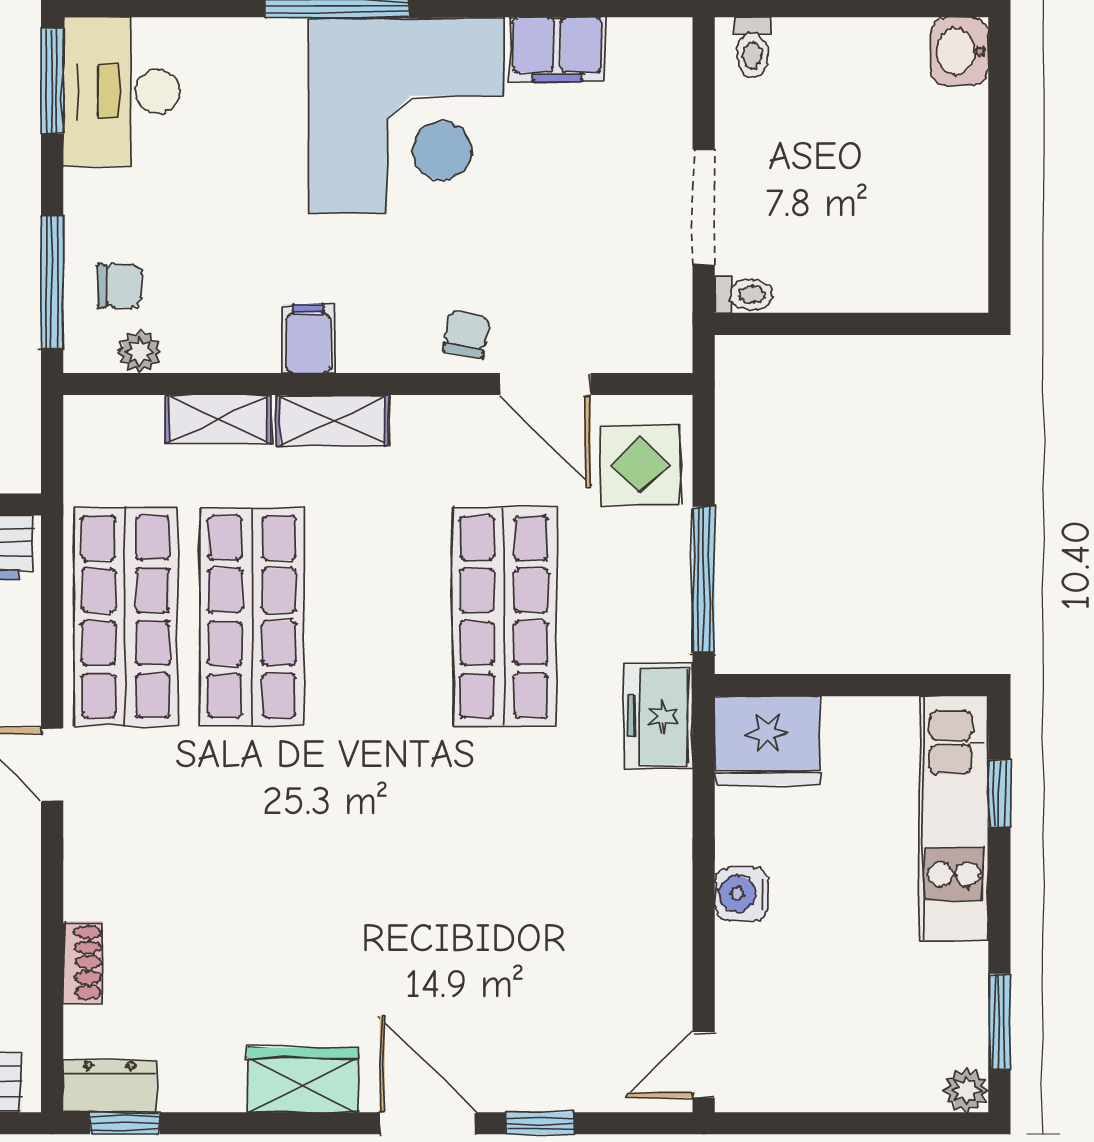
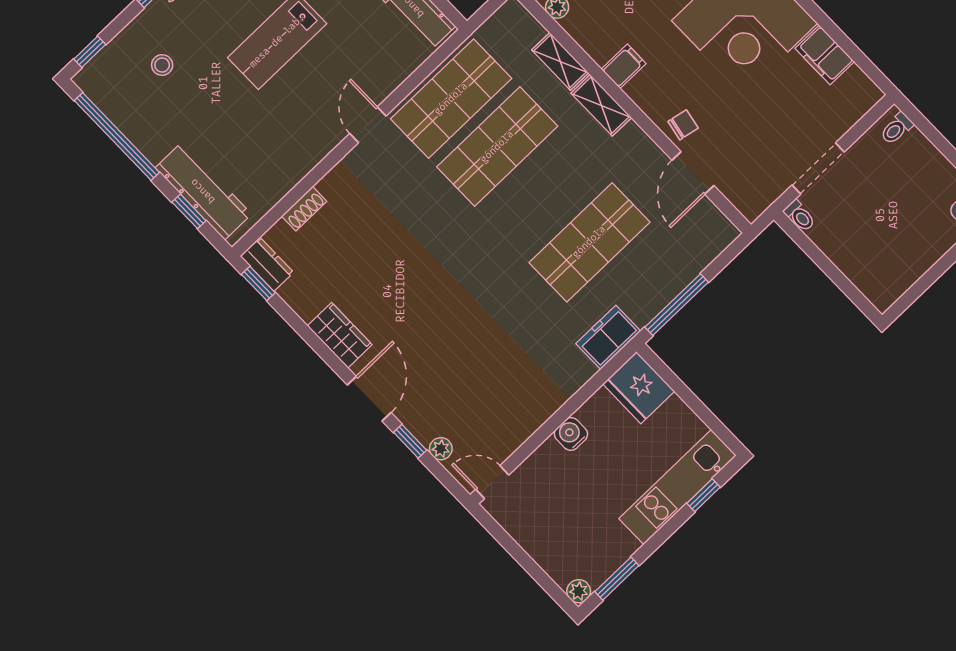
display table: (640, 465) -> (697, 238), removed
plant: (590, 1091) -> (441, 449), added

